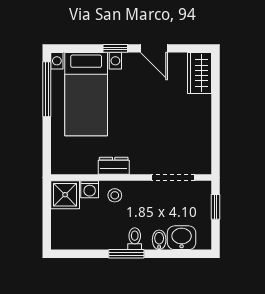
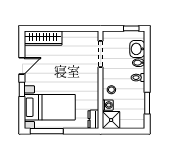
wardrobe: (199, 73) -> (43, 38), width x1.50
dresser: (114, 166) -> (93, 119), moved
window: (215, 207) -> (131, 28), moved
window: (126, 254) -> (147, 103), moved

